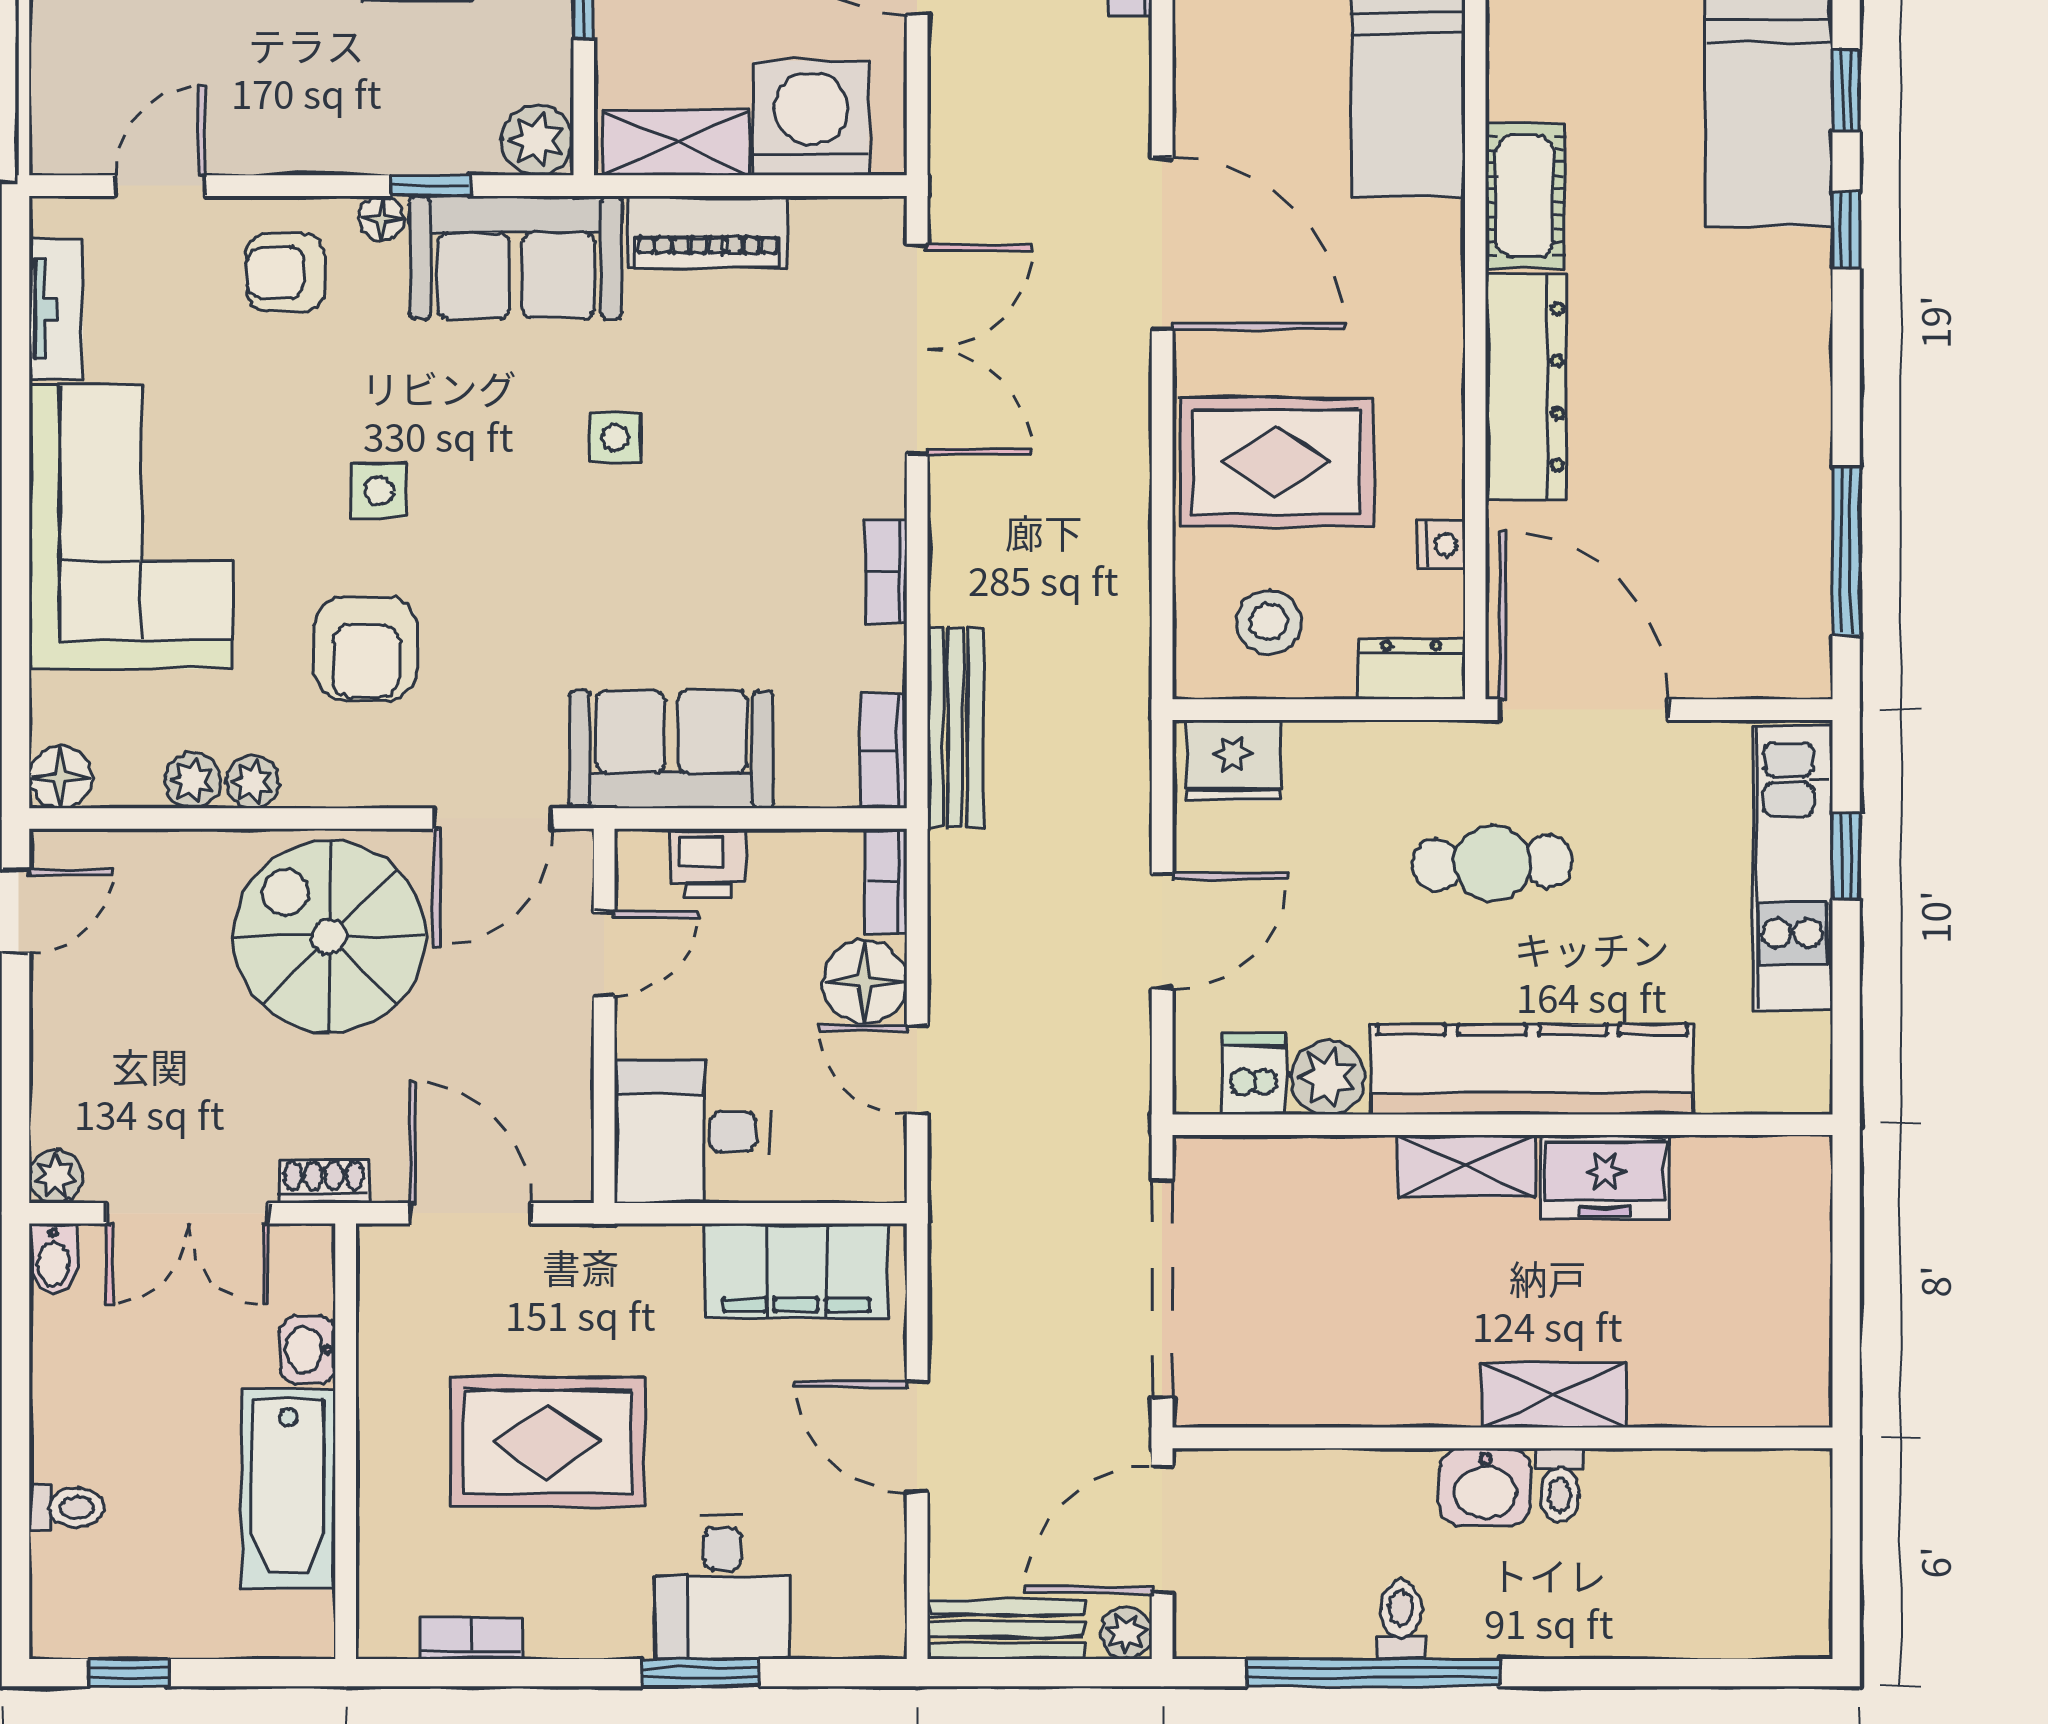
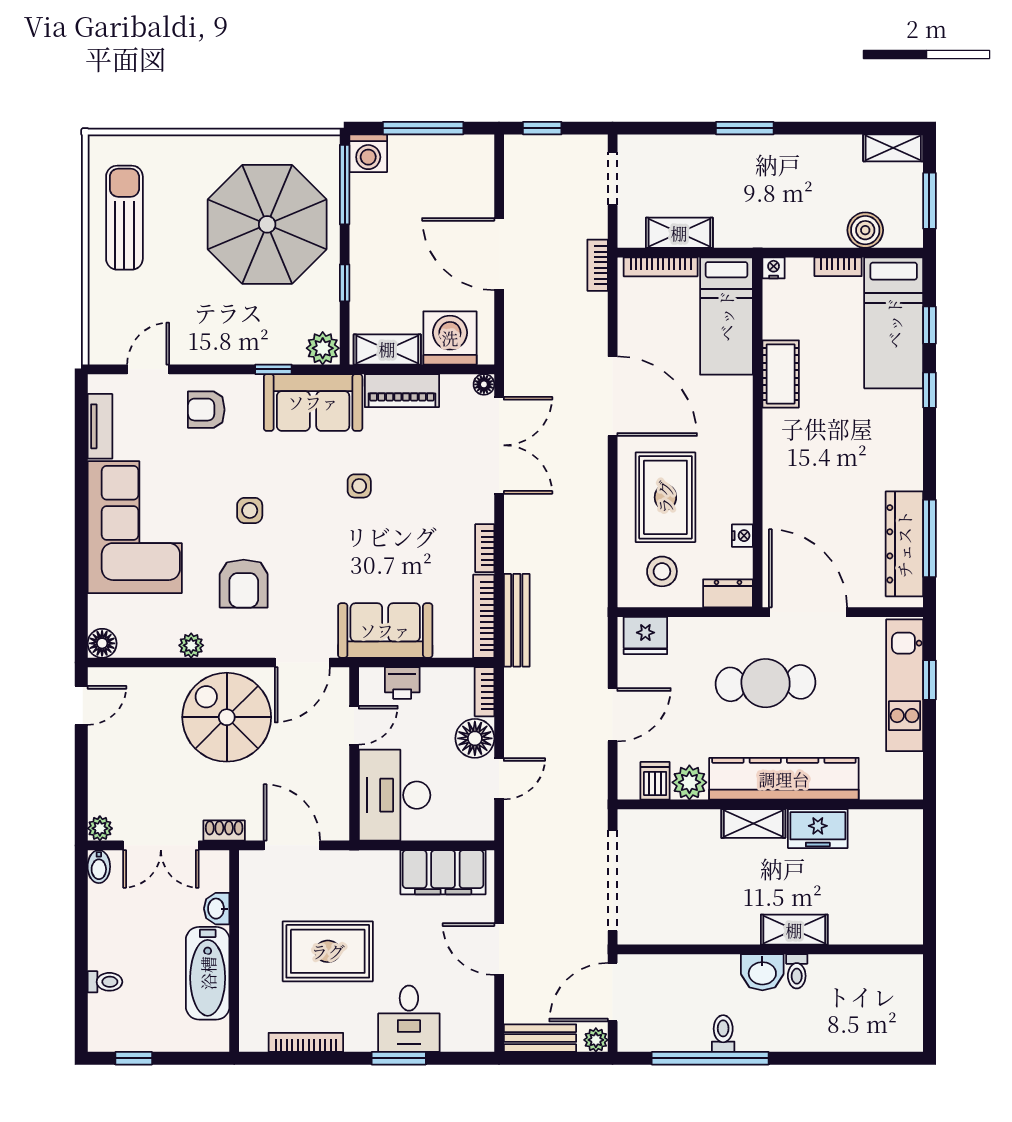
floor lamp: (382, 218) -> (484, 384), moved
dresser: (1526, 387) -> (904, 544), moved, turned 180
rug: (1276, 462) -> (665, 497), turned 90
bookcase: (884, 751) -> (484, 616), width x1.56
plant: (193, 780) -> (163, 645), removed
cafe table: (1492, 863) -> (766, 683), width x1.37, depth x1.35
door: (917, 1069) -> (499, 779), swing flipped
desk: (692, 1131) -> (395, 795), width x1.37
bookcase: (471, 1638) -> (306, 1042), width x1.56

